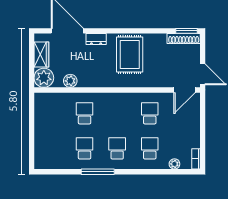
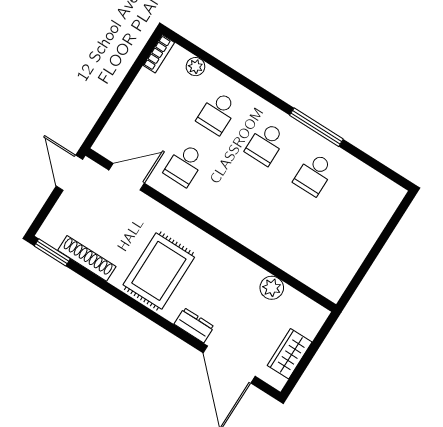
shoe rack: (184, 38) -> (87, 258), moved
plant: (44, 78) -> (308, 317), removed
door: (184, 90) -> (127, 177), moved
school desk: (85, 113) -> (281, 226), removed

